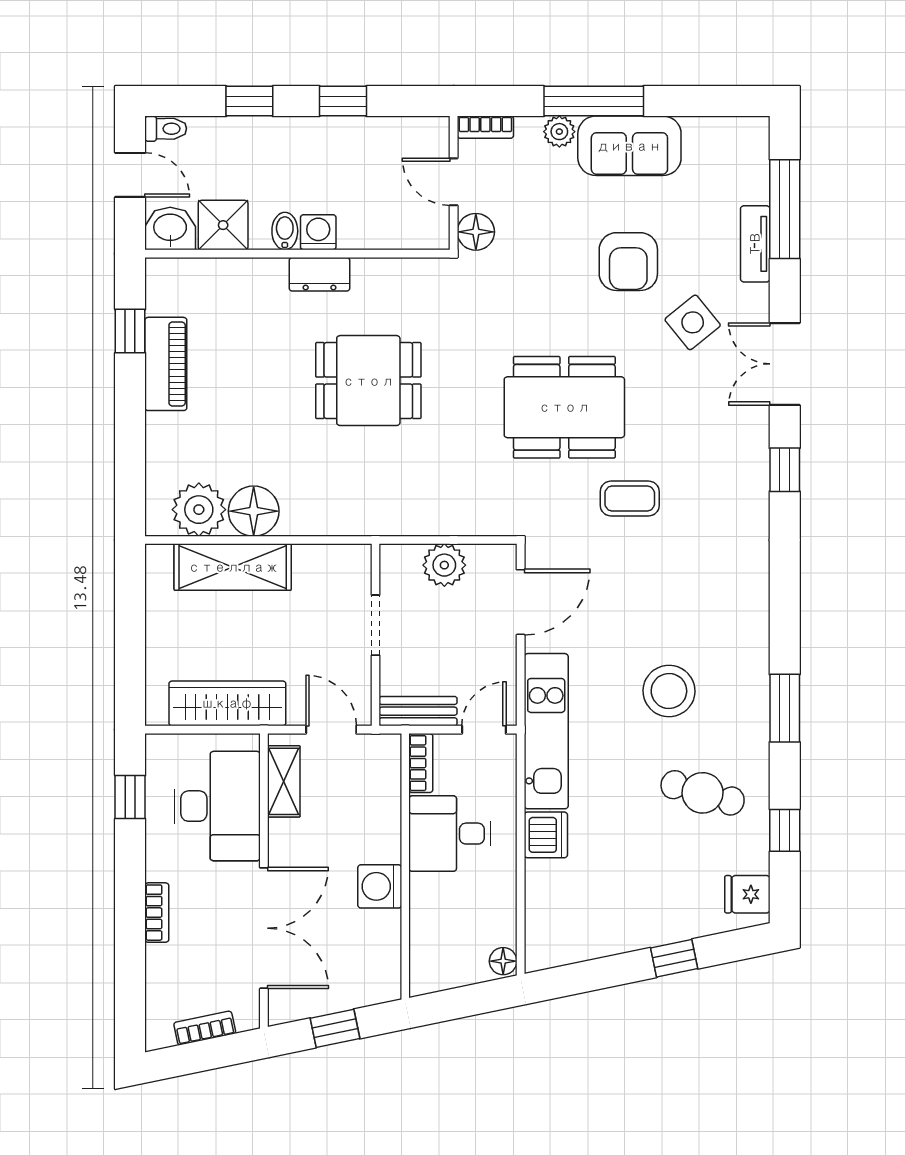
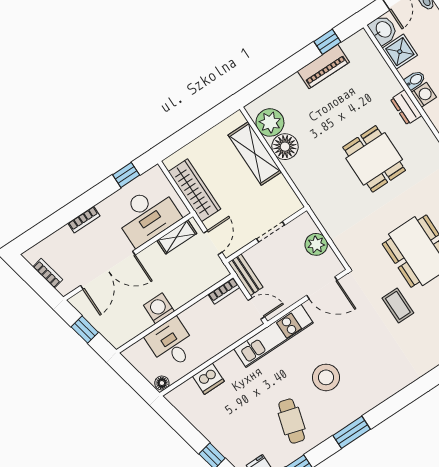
desk: (450, 834) -> (171, 344), moved
dishwasher: (546, 835) -> (208, 379), moved

